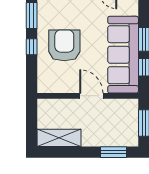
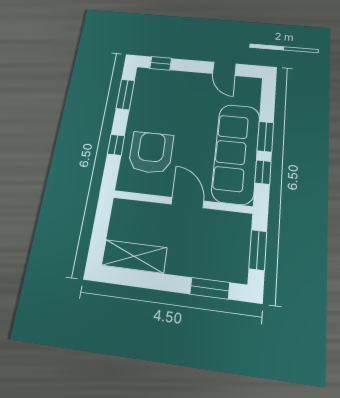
armchair: (64, 45) -> (151, 152), moved
window: (32, 47) -> (116, 145), moved

